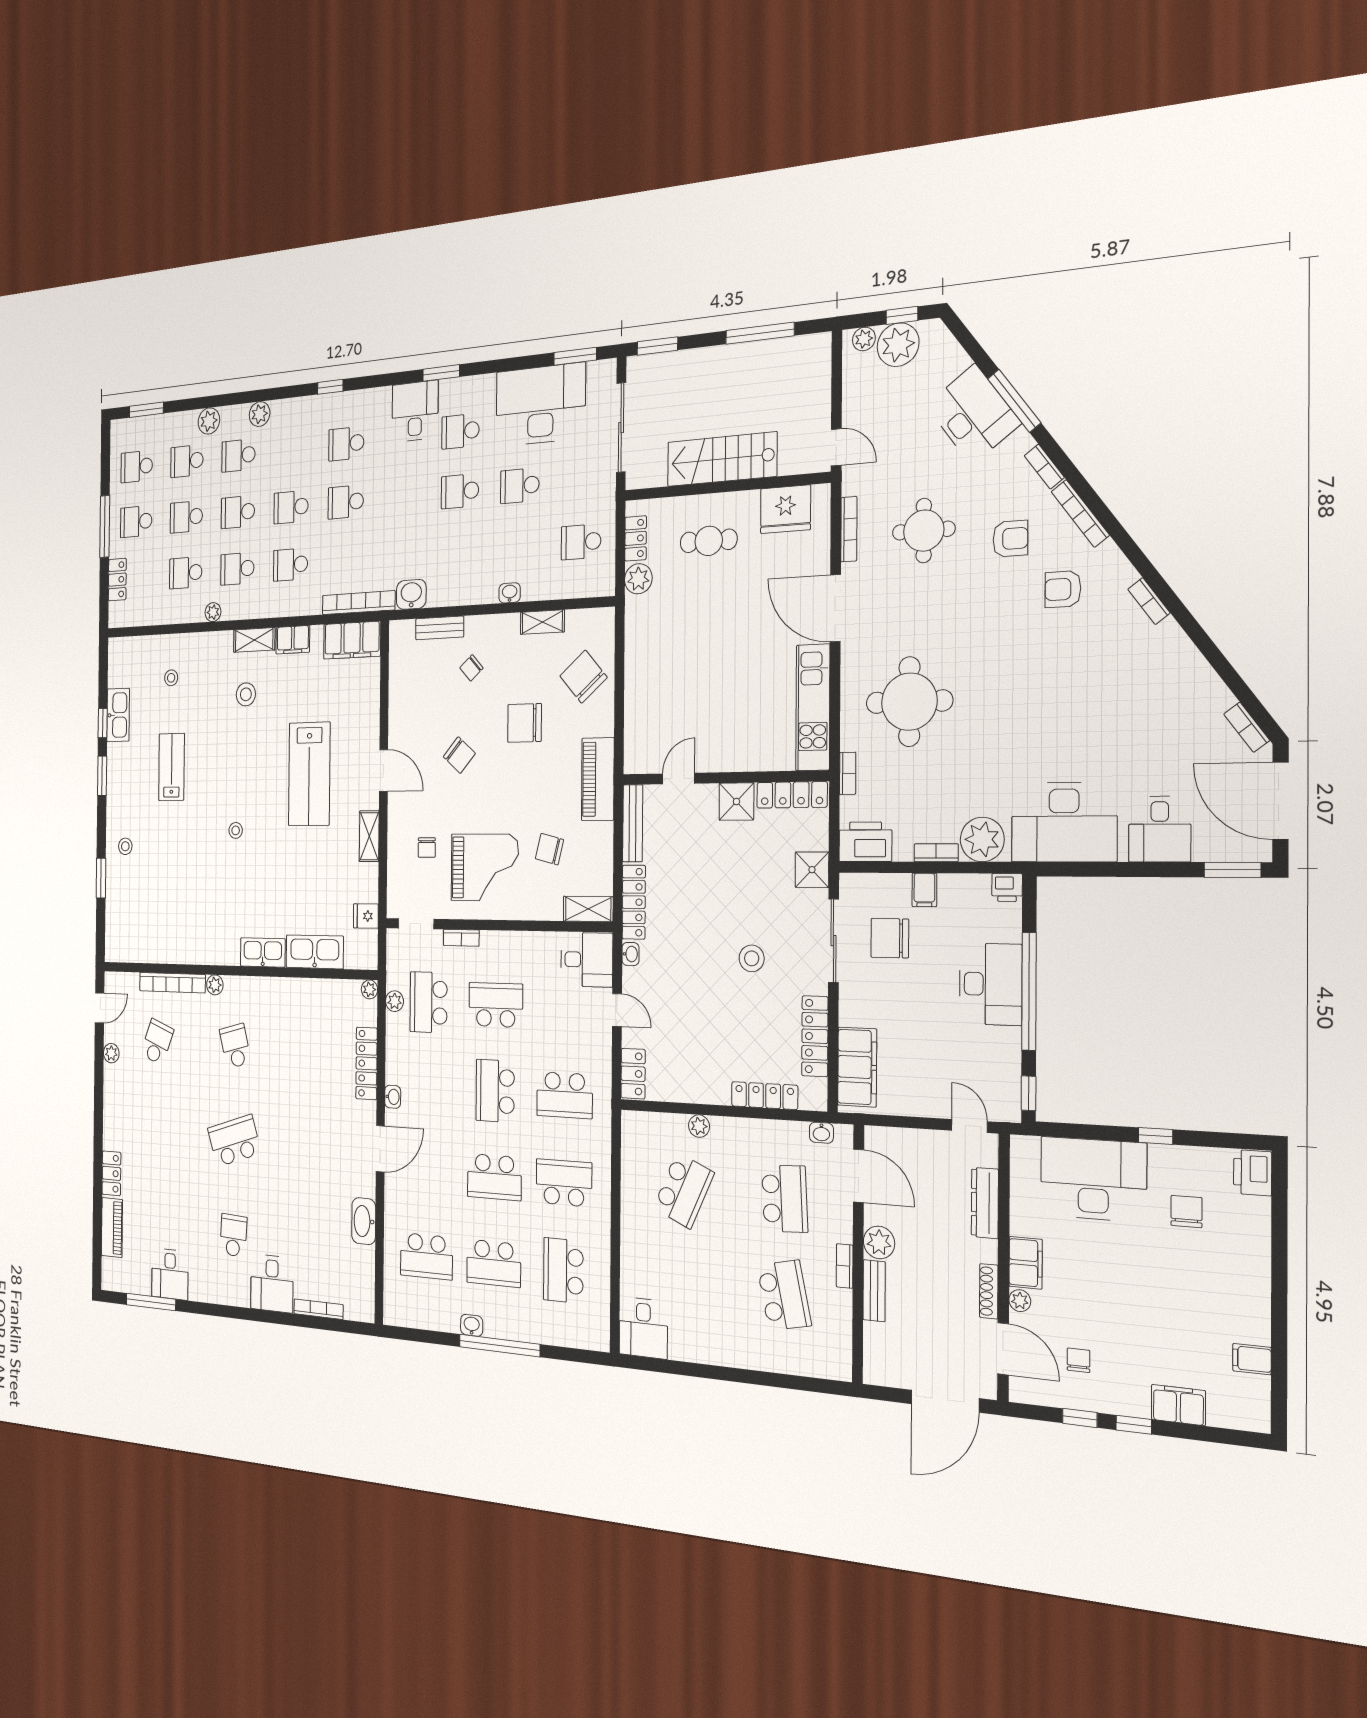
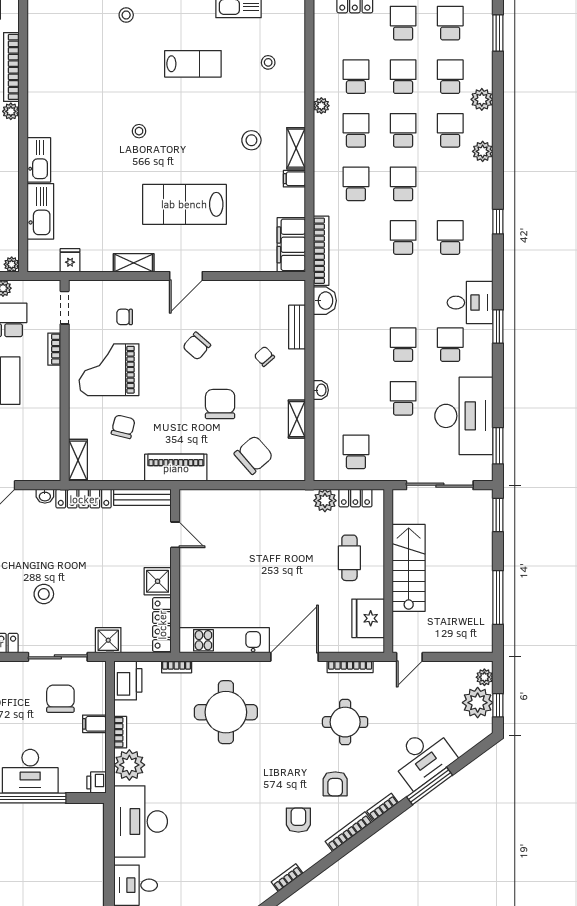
filing cabinet: (293, 640) -> (294, 179), width x0.50
grand piano: (485, 867) -> (109, 370), turned 90
desk: (587, 960) -> (40, 459), removed

